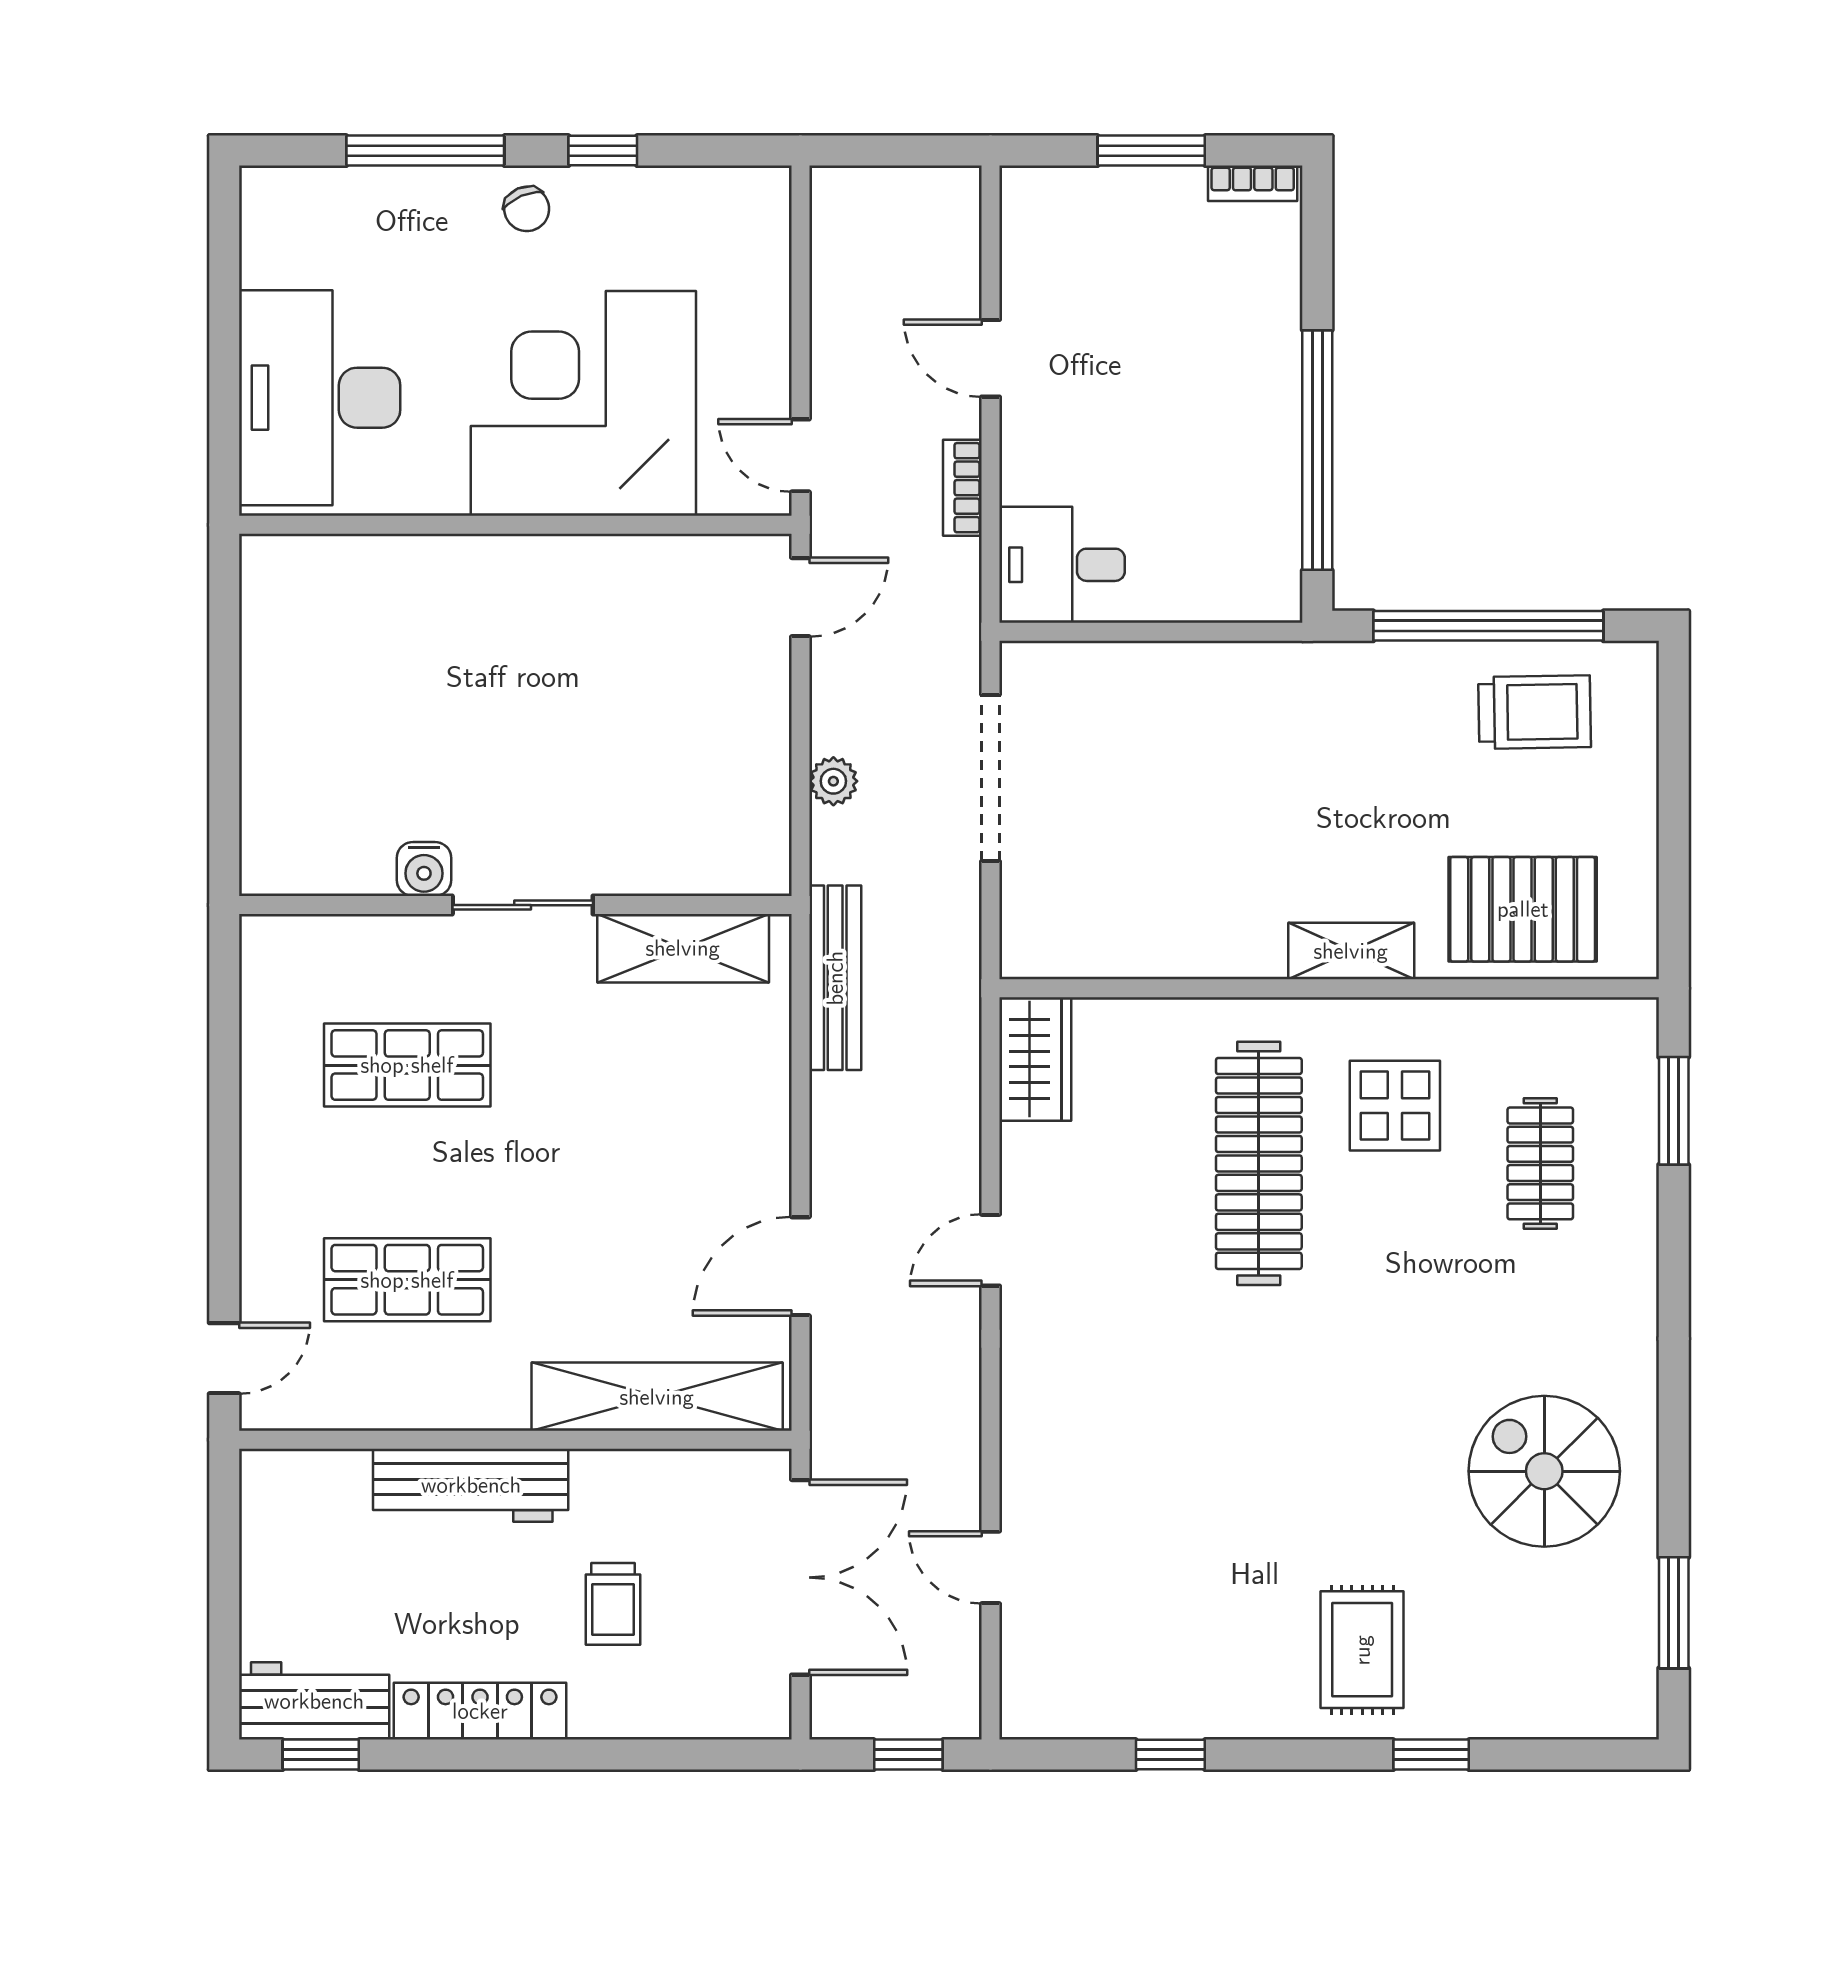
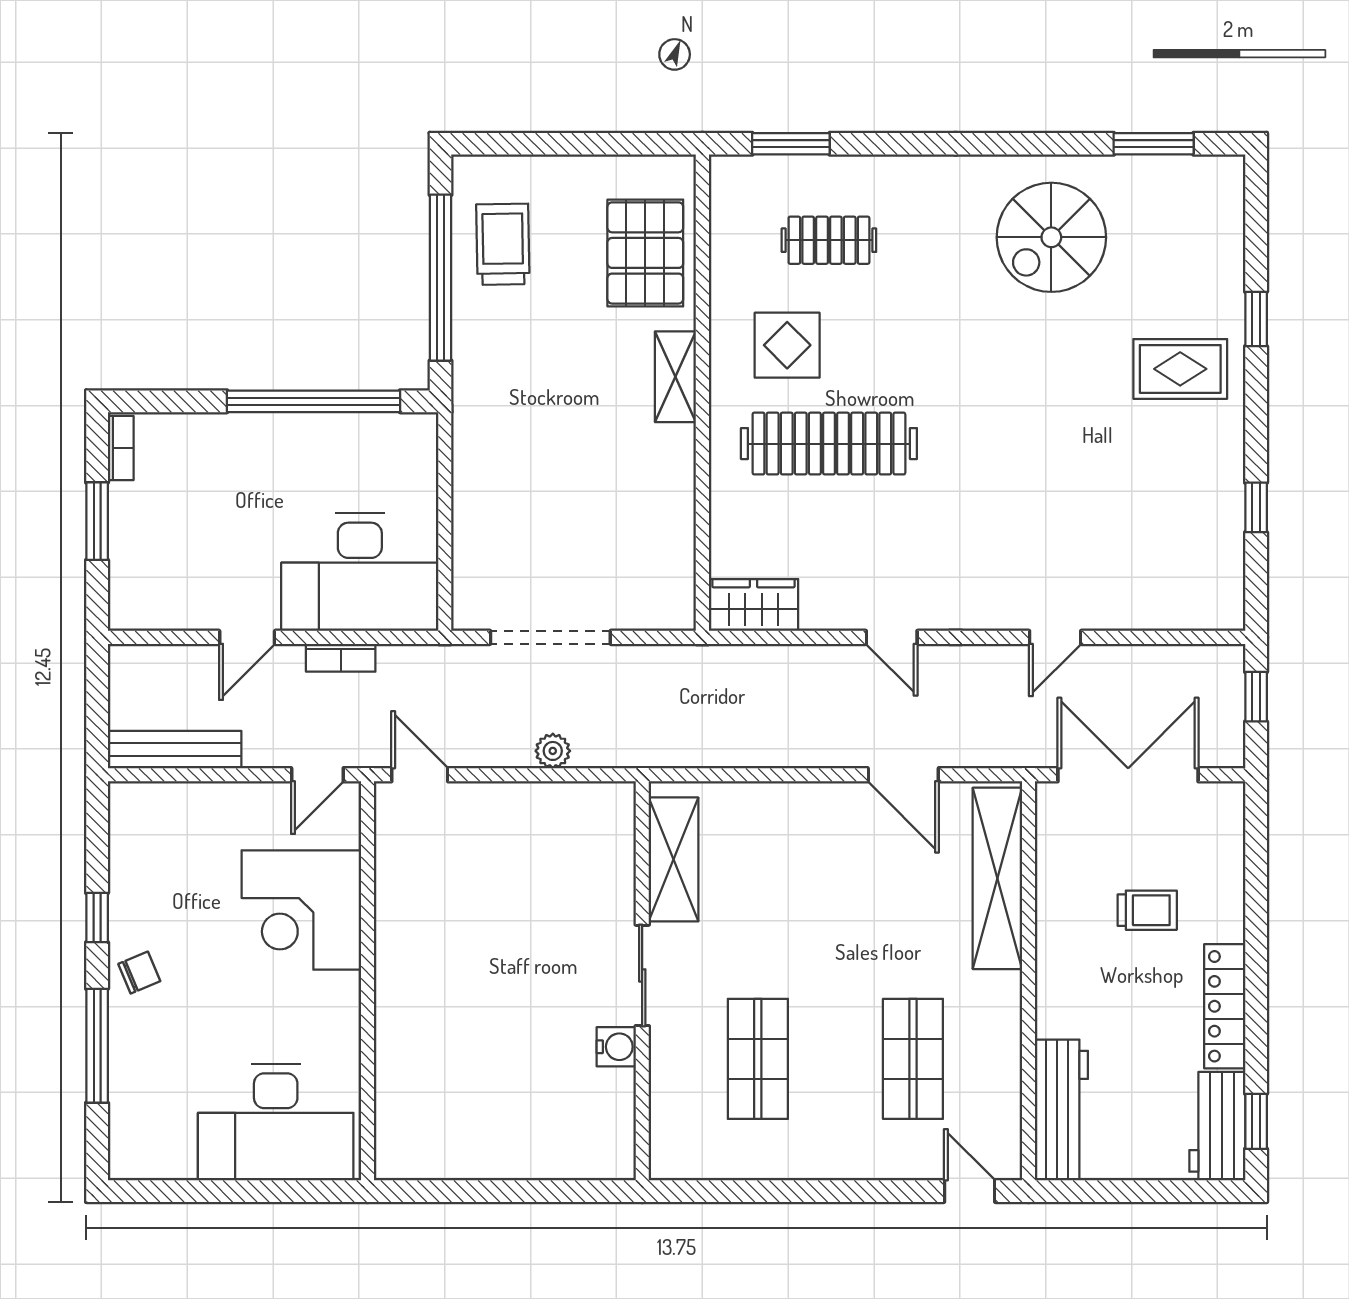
corner desk: (583, 403) -> (301, 910), width x0.74, depth x0.74
desk: (1062, 565) -> (360, 572), width x1.87, depth x1.30
bench: (835, 978) -> (175, 750), moved
workbench: (471, 1485) -> (1061, 1110), moved
door: (991, 1567) -> (1055, 637), moved

